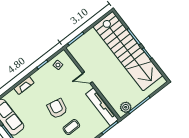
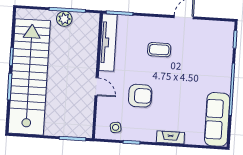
plant: (126, 107) -> (64, 19), moved
armchair: (57, 109) -> (140, 96), moved, turned -101

